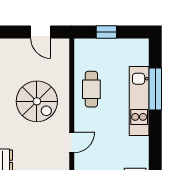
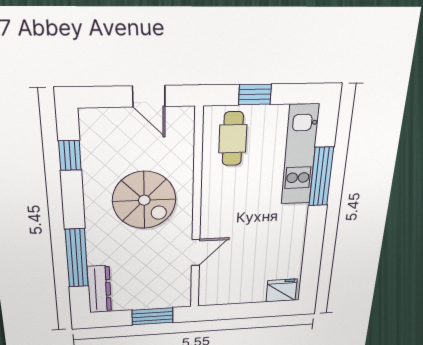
cafe table: (91, 89) -> (233, 139), moved
kitchen unit: (139, 101) -> (300, 155), moved

